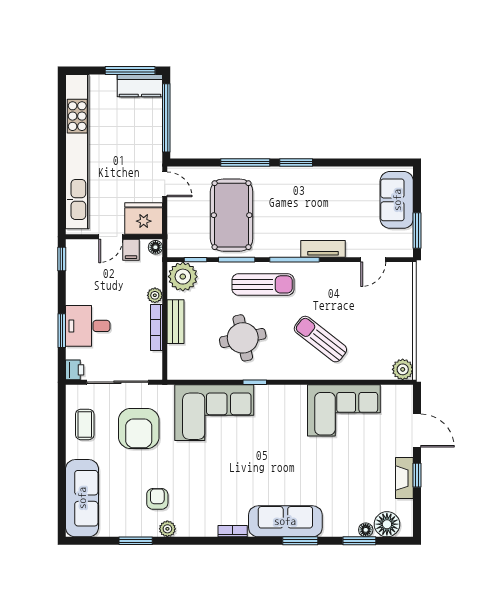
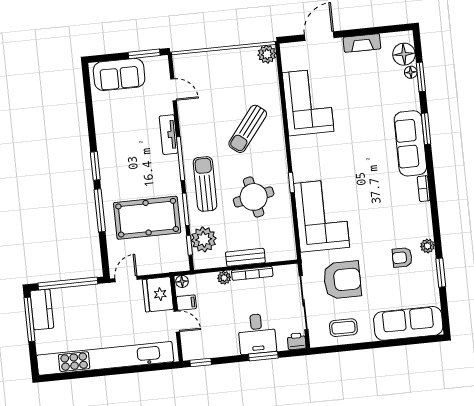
plant: (183, 277) -> (204, 239), moved
window: (417, 475) -> (358, 32), removed

